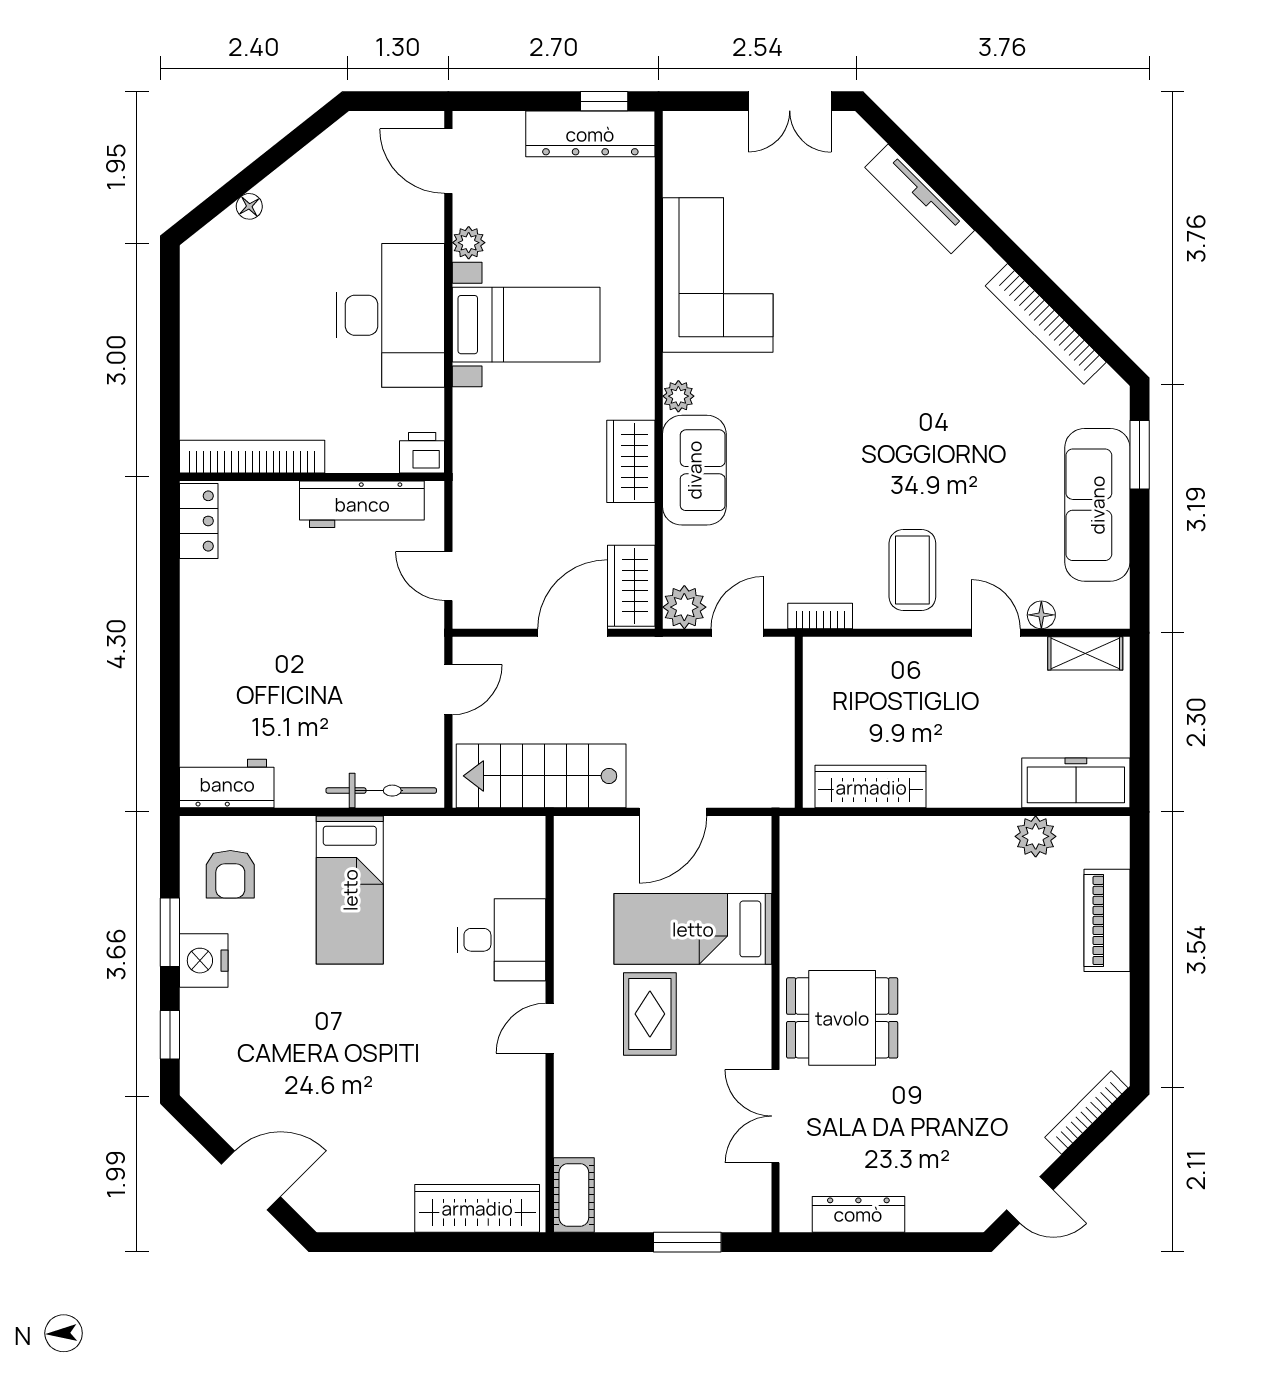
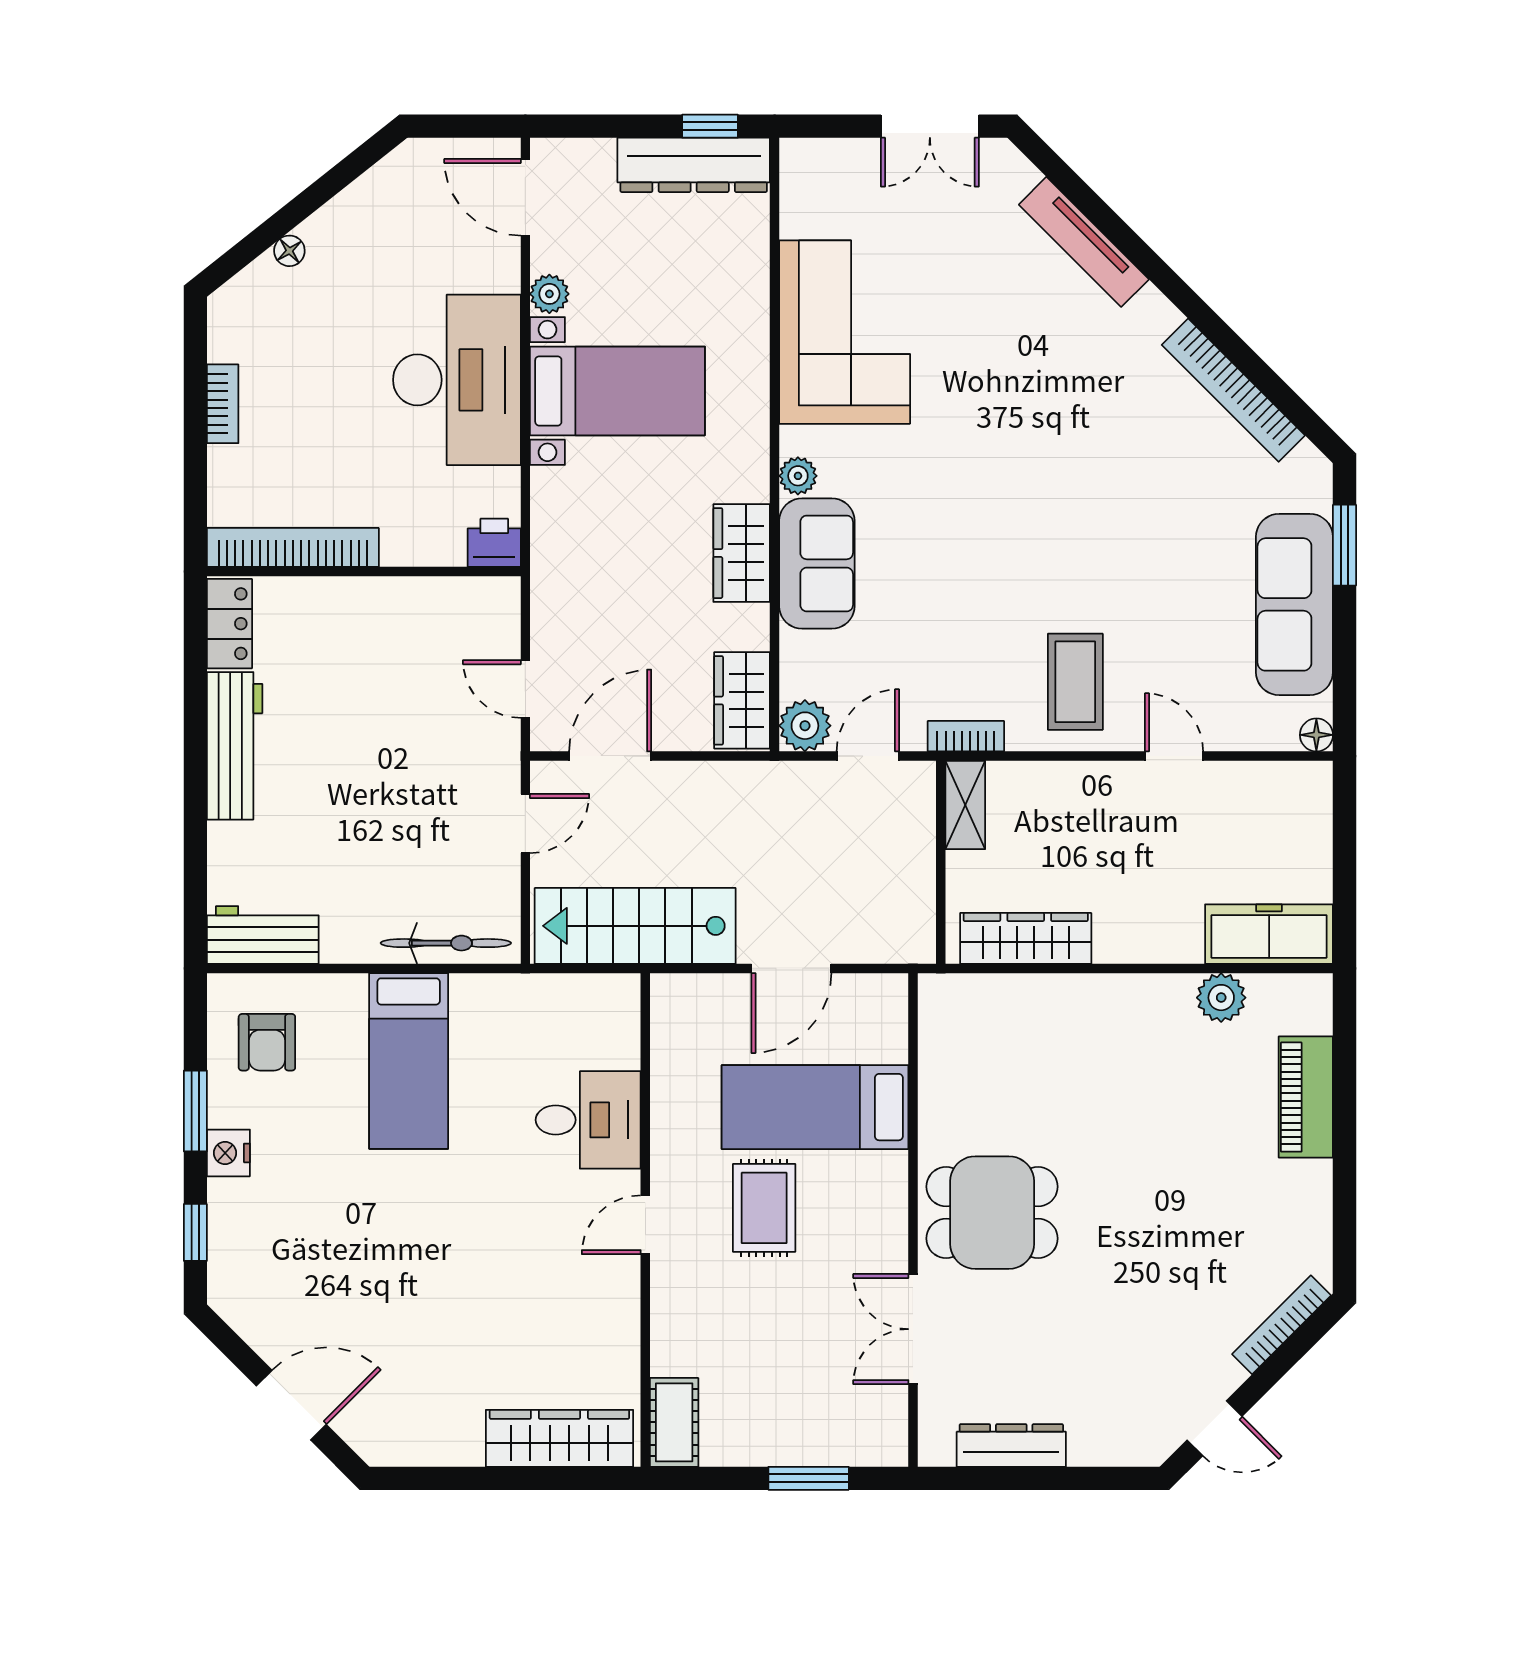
bookcase: (193, 335) -> (223, 404), added
workbench: (362, 504) -> (235, 746), moved, turned -90
floor lamp: (1041, 615) -> (1316, 735), moved
door: (572, 633) -> (610, 756), moved
shelving: (1085, 653) -> (965, 805), moved, turned 90
nightstand: (204, 961) -> (228, 1153), width x0.74, depth x0.75

